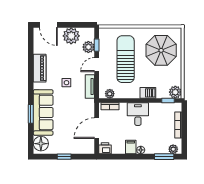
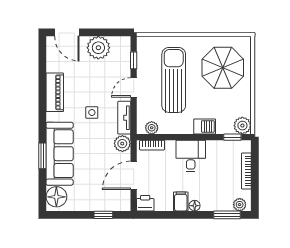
plant: (88, 47) -> (122, 144), moved
window: (64, 157) -> (103, 215), moved

